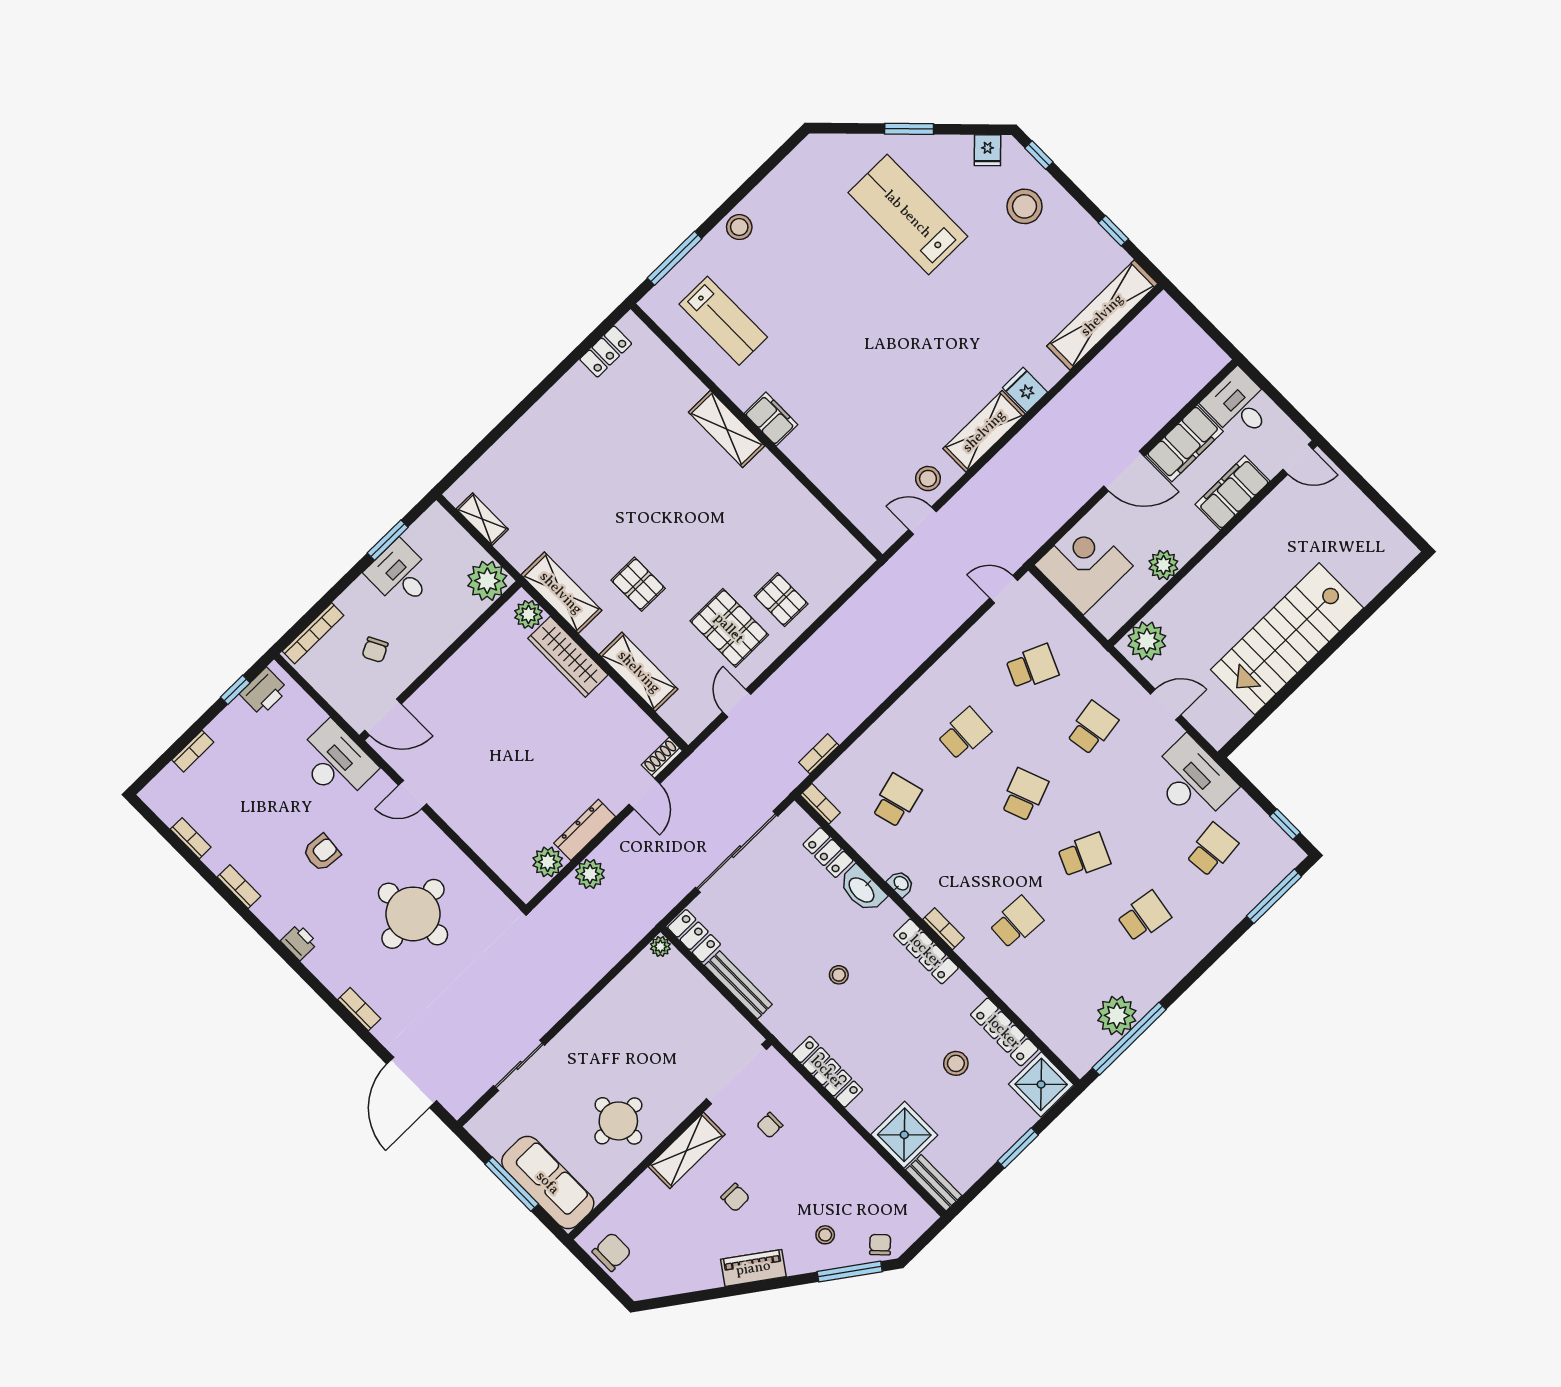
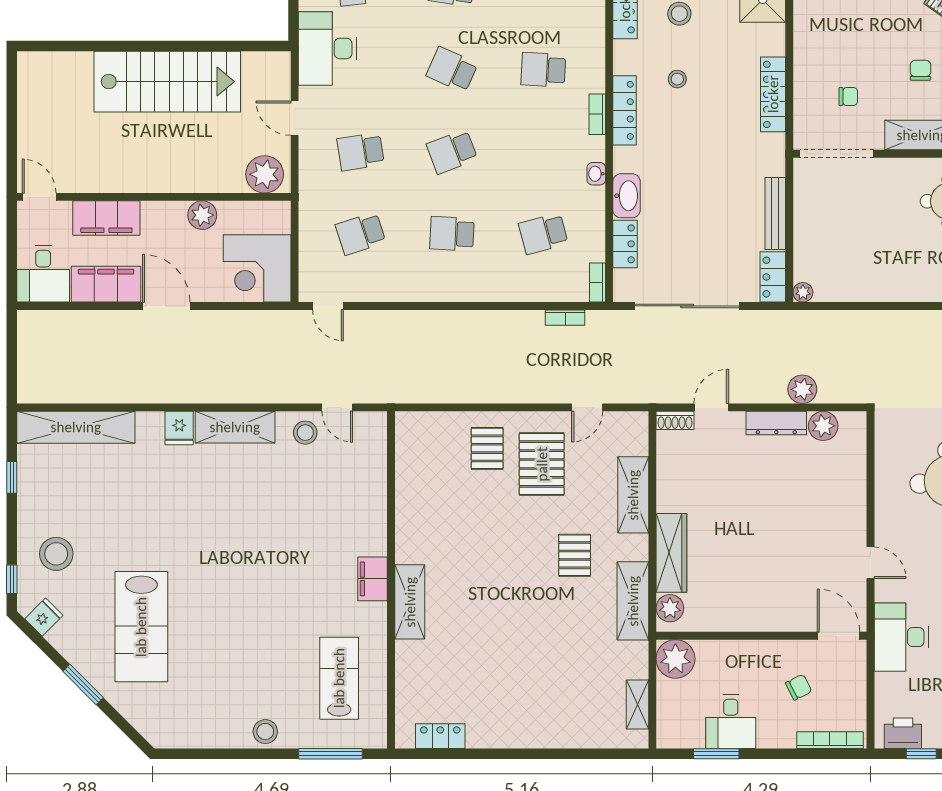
school desk: (1032, 667) -> (361, 234), turned -42
stool: (839, 975) -> (677, 79), moved

